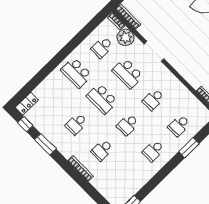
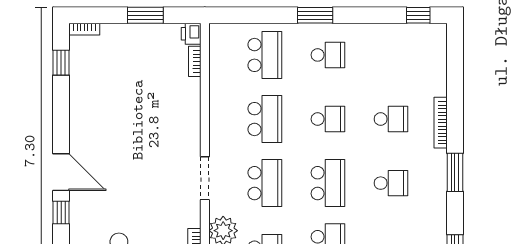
school desk: (153, 99) -> (265, 119), width x1.85
school desk: (179, 125) -> (265, 55), width x1.85
window: (45, 144) -> (455, 172), moved
window: (189, 148) -> (315, 15), moved

